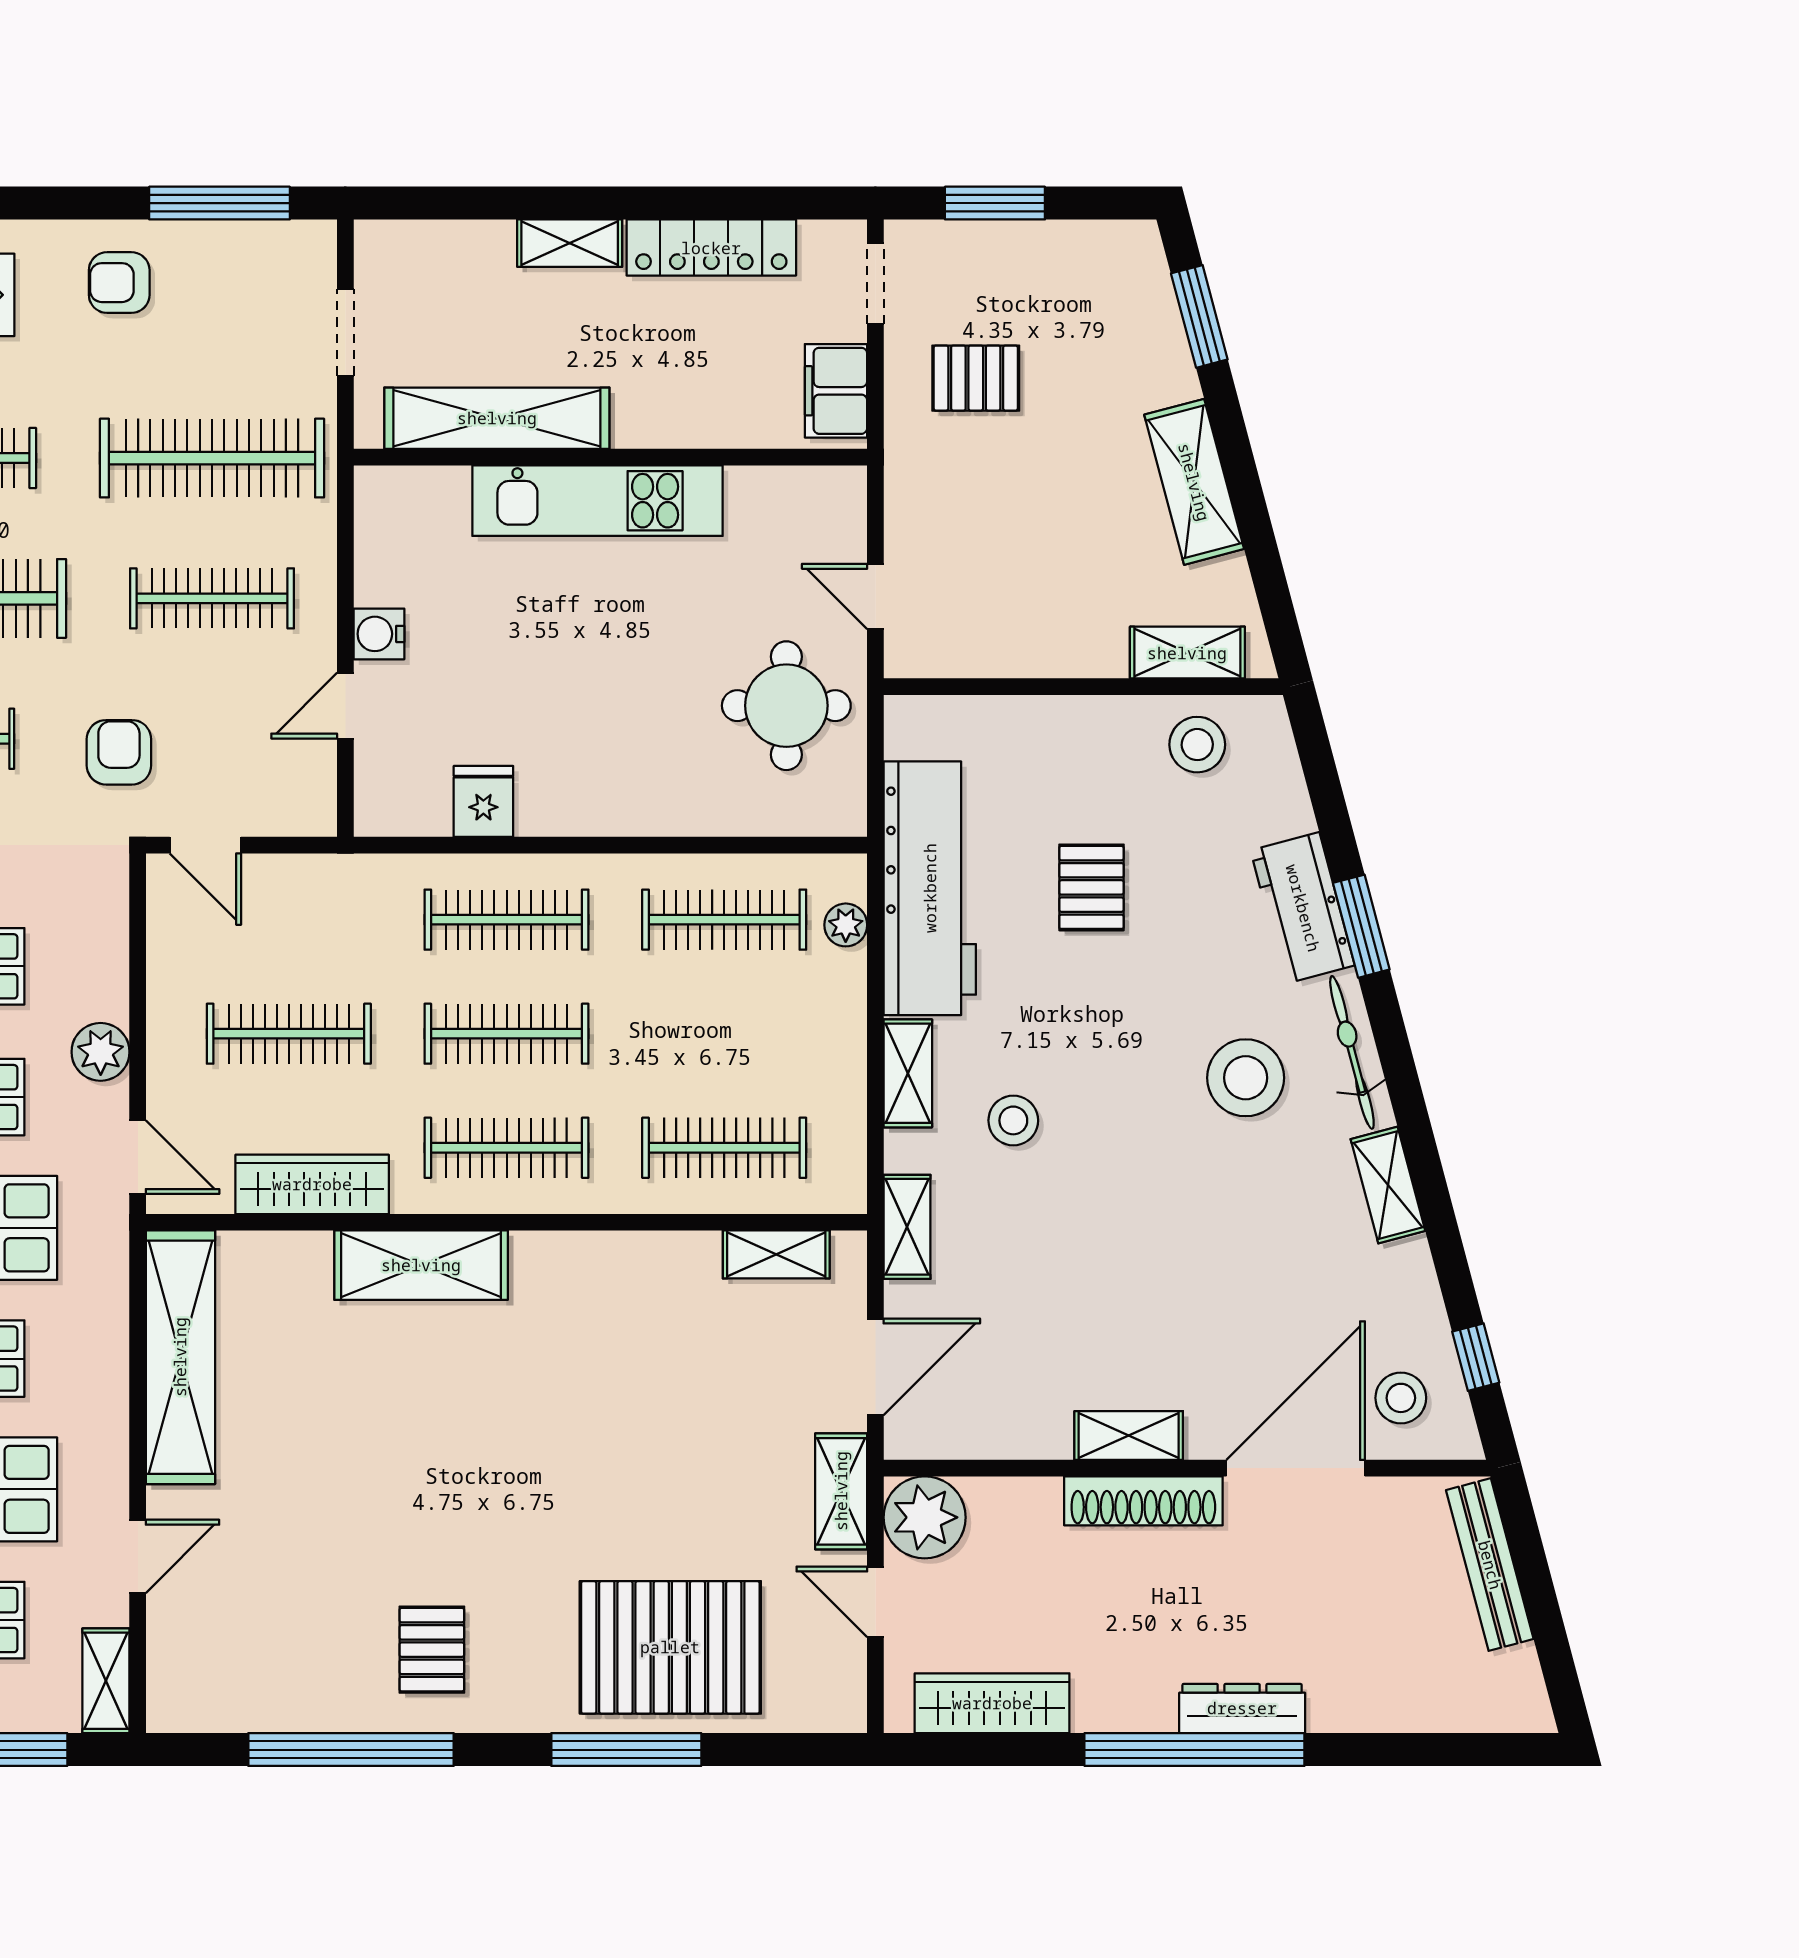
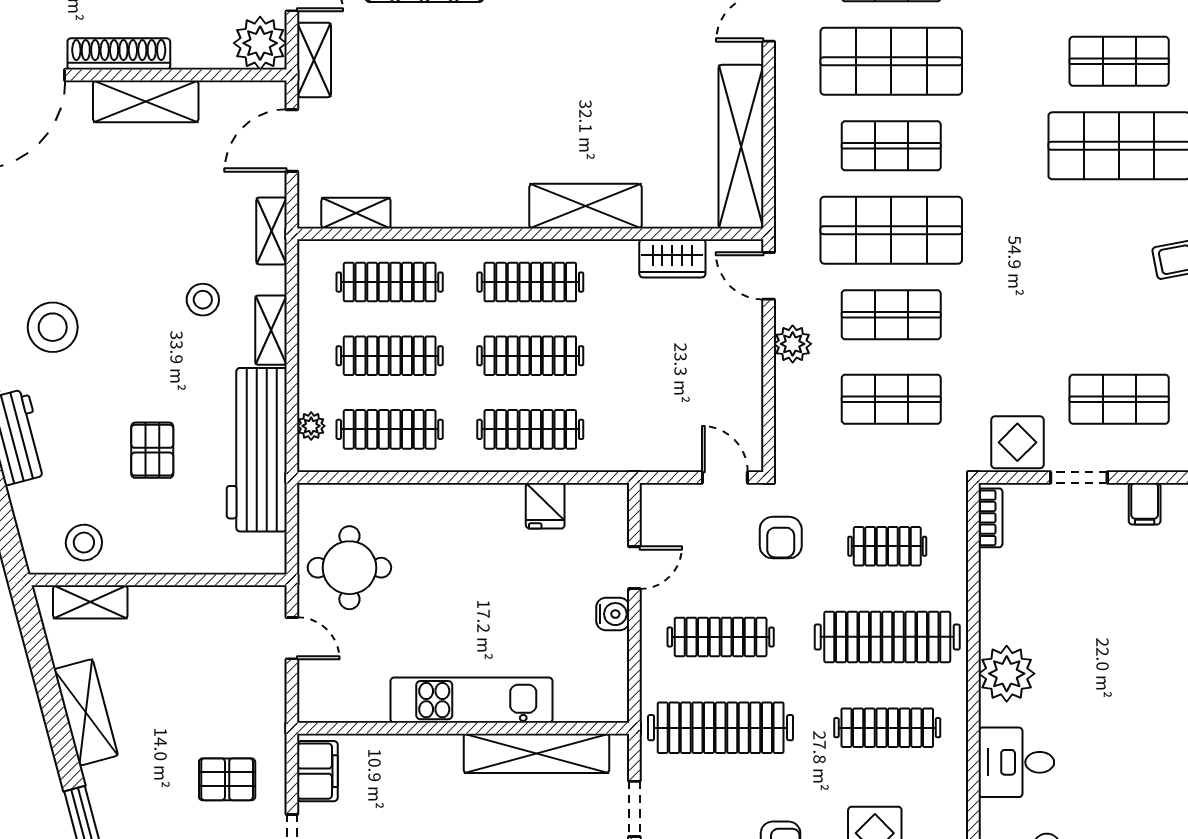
clothes rail: (289, 1034) -> (390, 356), moved
wardrobe: (312, 1184) -> (672, 258), width x0.67
shelving: (1129, 1435) -> (146, 101), width x1.50, depth x1.33

